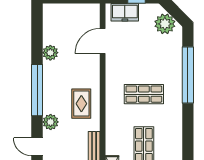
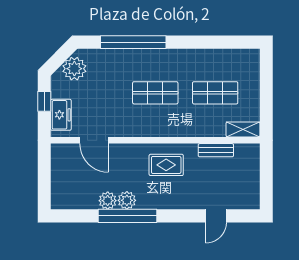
window: (37, 90) -> (128, 216), moved
shop shelf: (144, 94) -> (155, 93), turned 90
plant: (51, 122) -> (127, 200), moved

